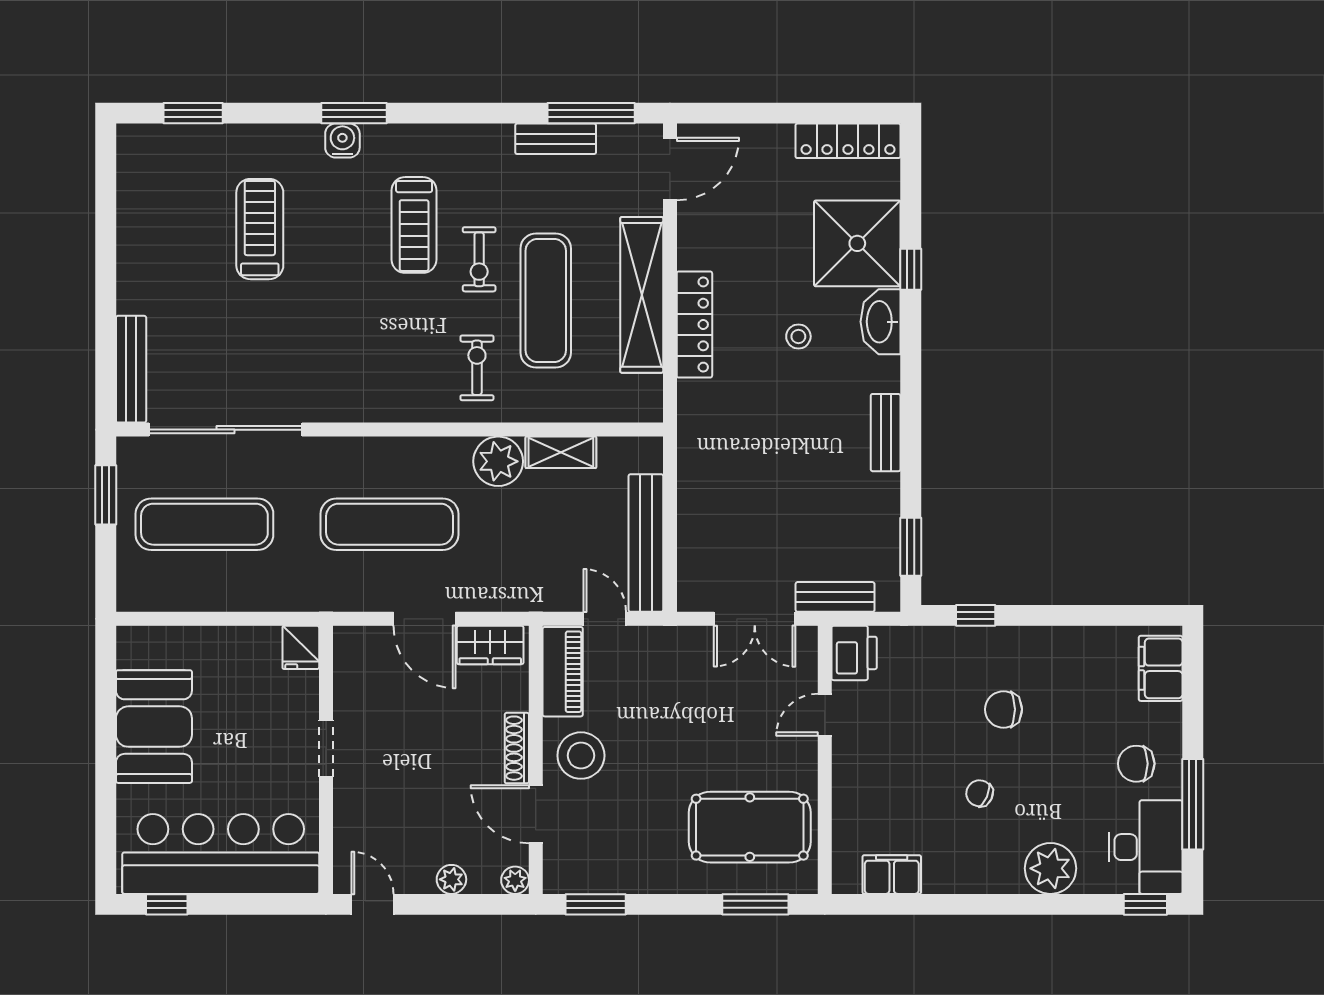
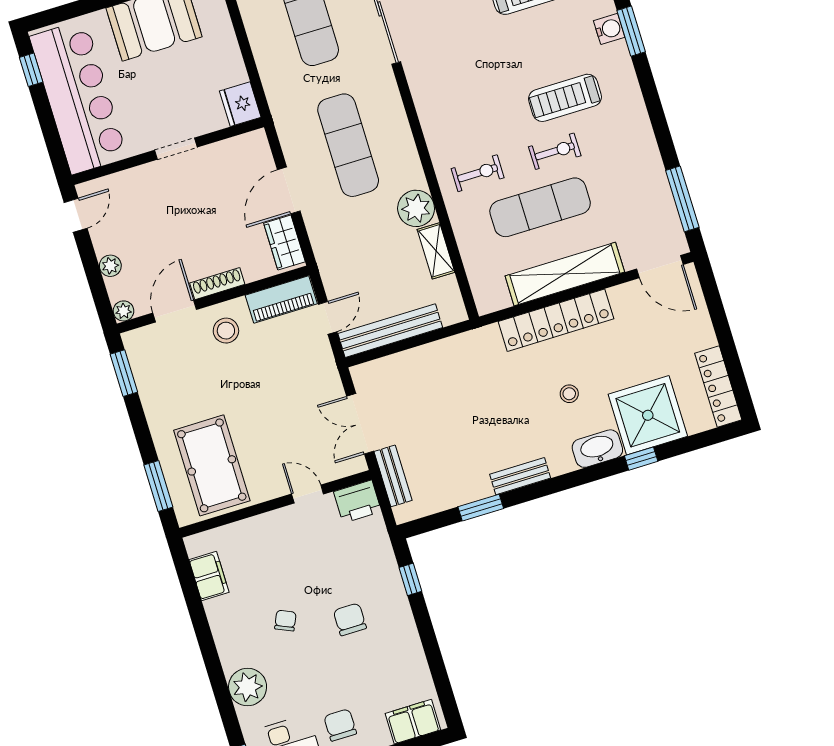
bench: (556, 139) -> (657, 179), removed
exercise bike: (479, 259) -> (555, 151), turned 180
locker: (694, 325) -> (556, 320), width x1.41, depth x1.21
window: (911, 547) -> (481, 508), moved
fridge: (301, 647) -> (240, 104), width x1.38
stool: (581, 756) -> (226, 331), width x0.73, depth x0.73

